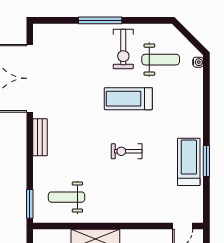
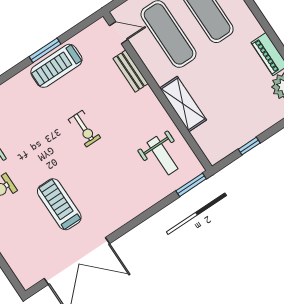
treadmill: (128, 99) -> (59, 204), moved, turned 180
bench: (40, 137) -> (131, 71), moved, turned 90

